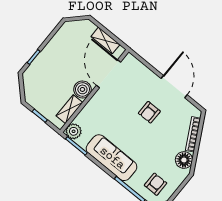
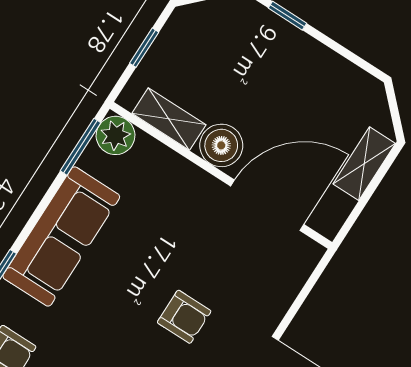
shelving: (105, 40) -> (364, 164), moved
armchair: (149, 112) -> (184, 317), turned 180

